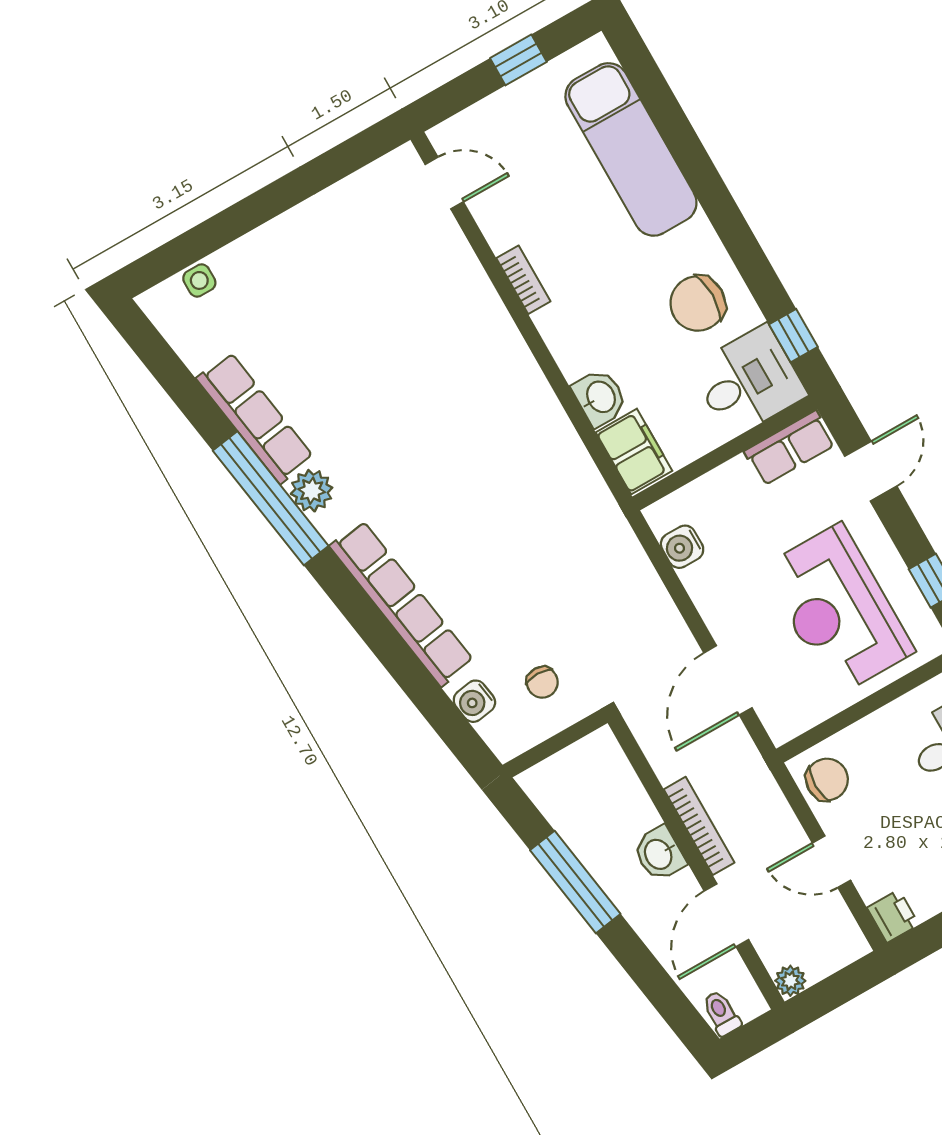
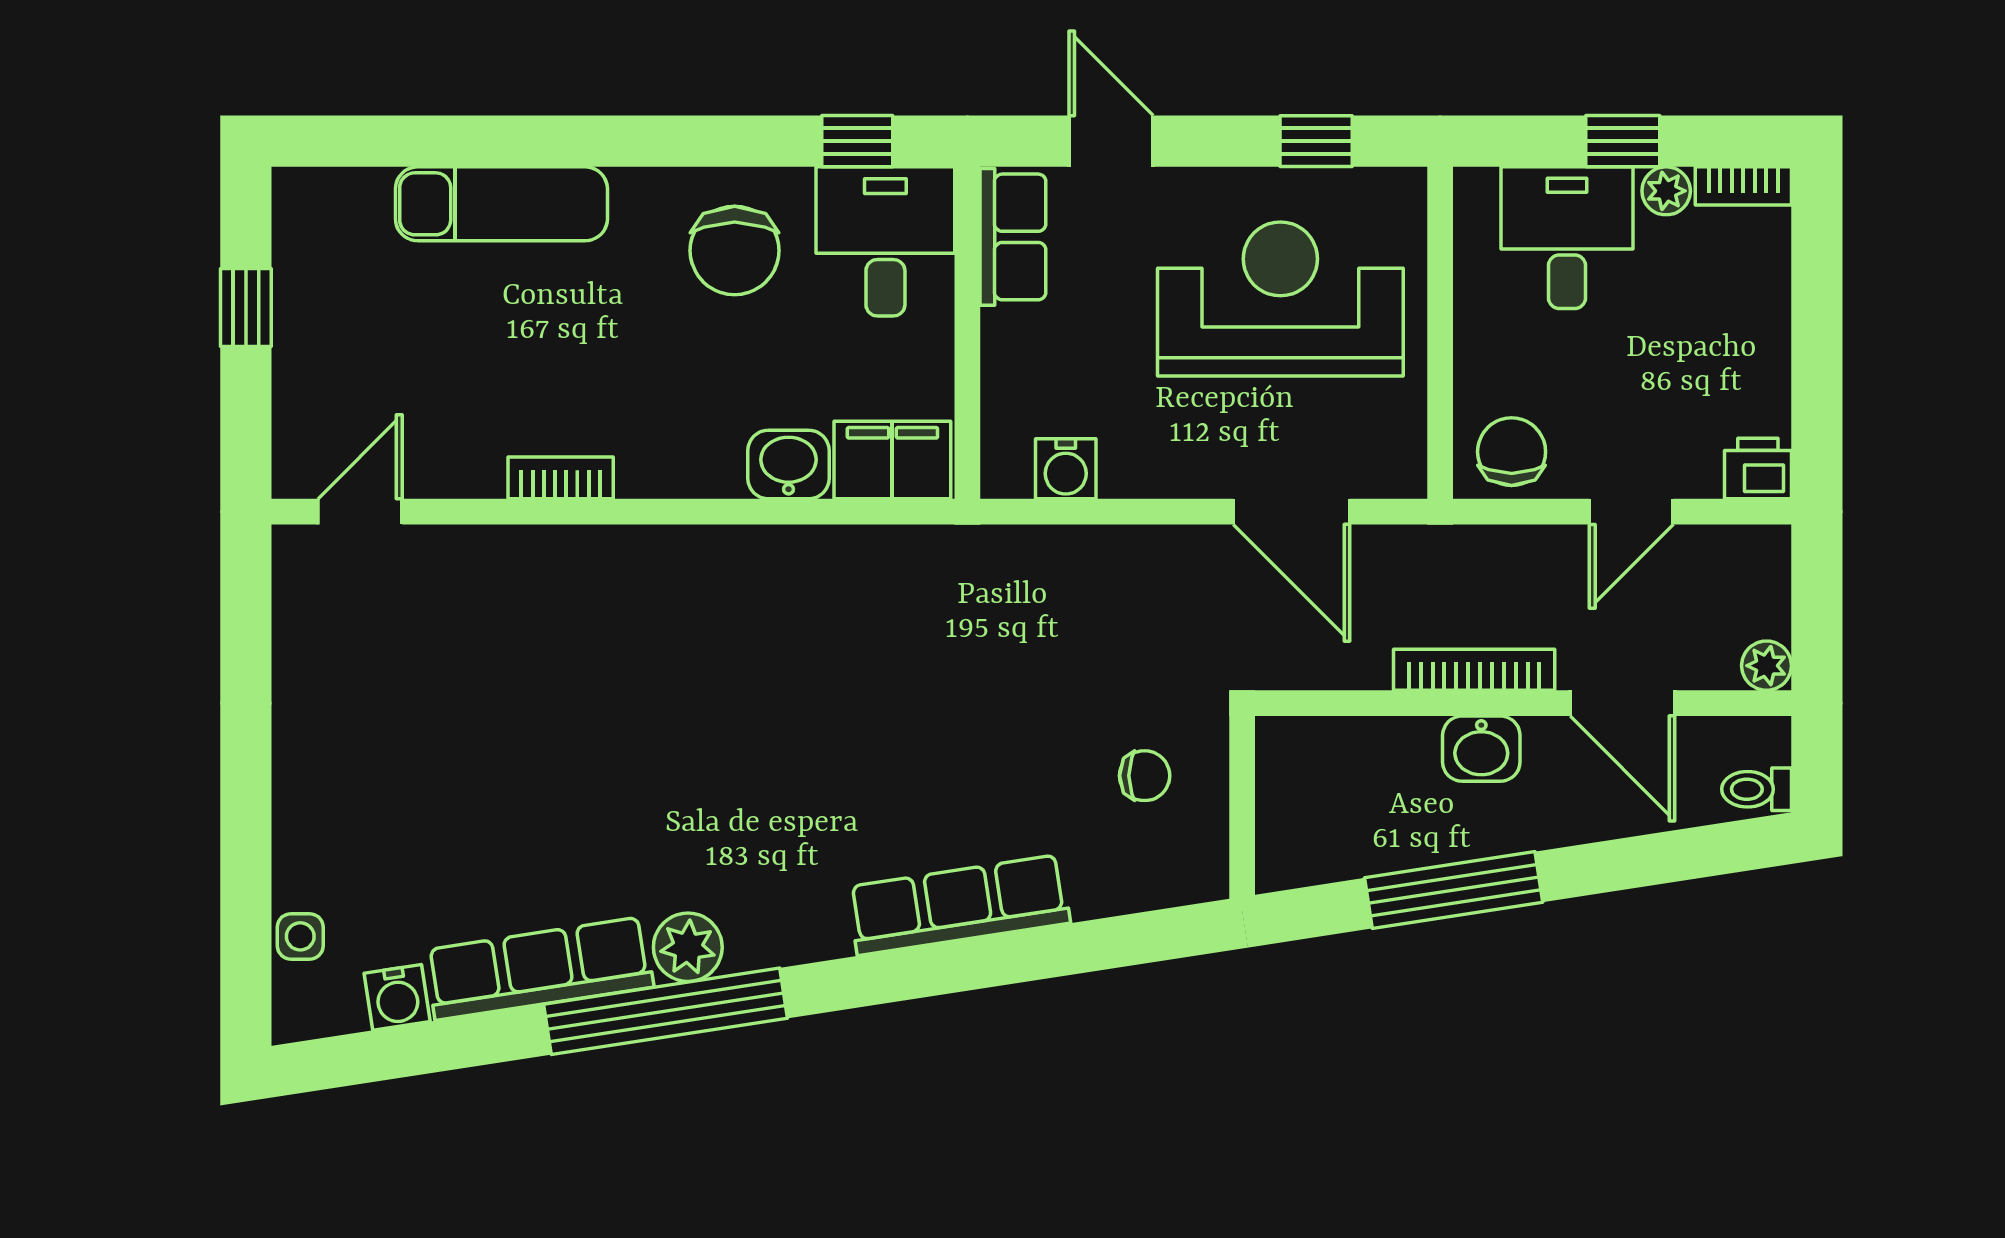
exam couch: (631, 149) -> (501, 204), width x0.73, depth x0.69
row of seats: (402, 603) -> (959, 905), width x0.73
reception desk: (838, 610) -> (1280, 299), turned 180
water cooler: (474, 701) -> (397, 997), moved

